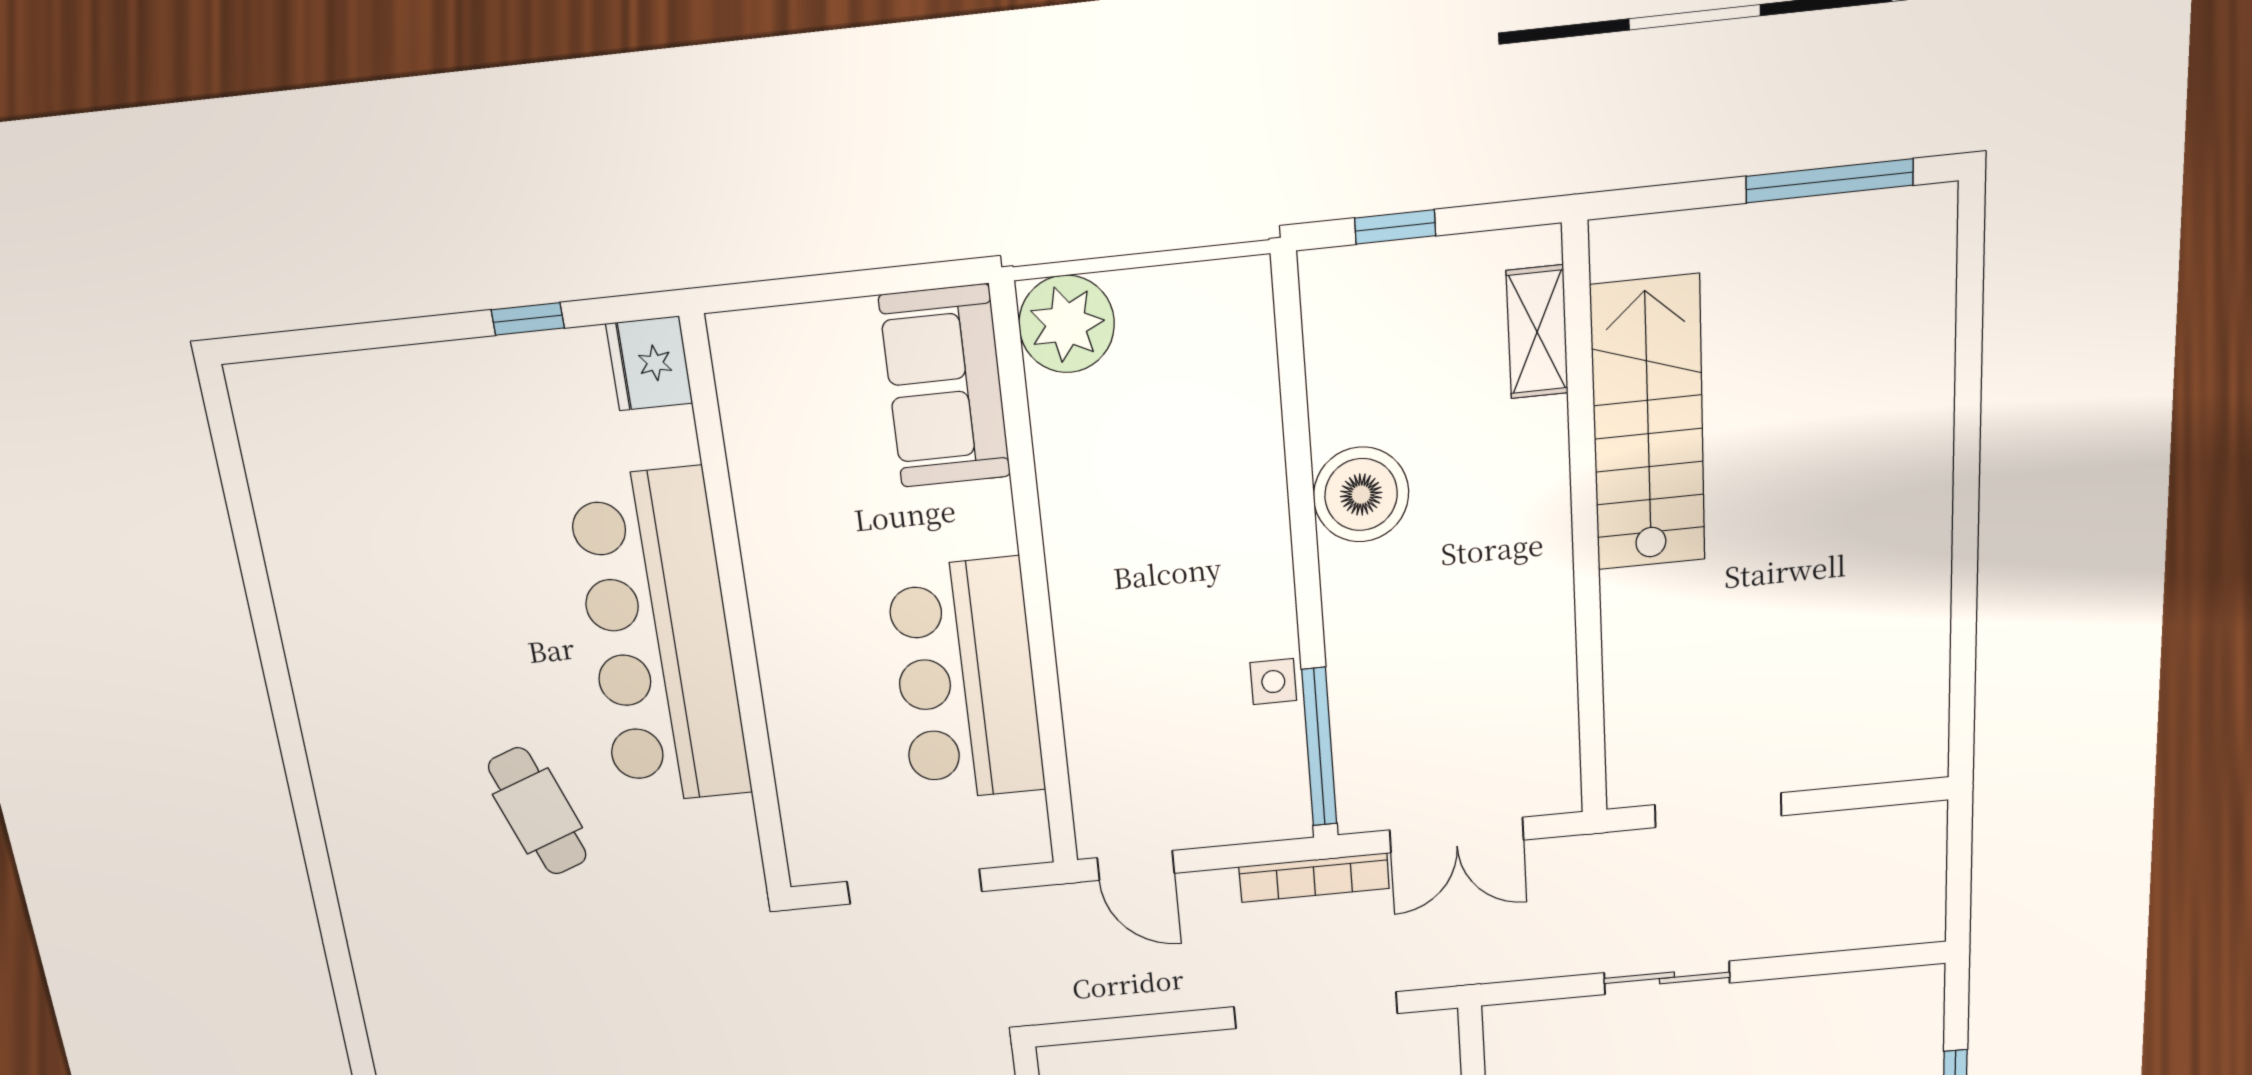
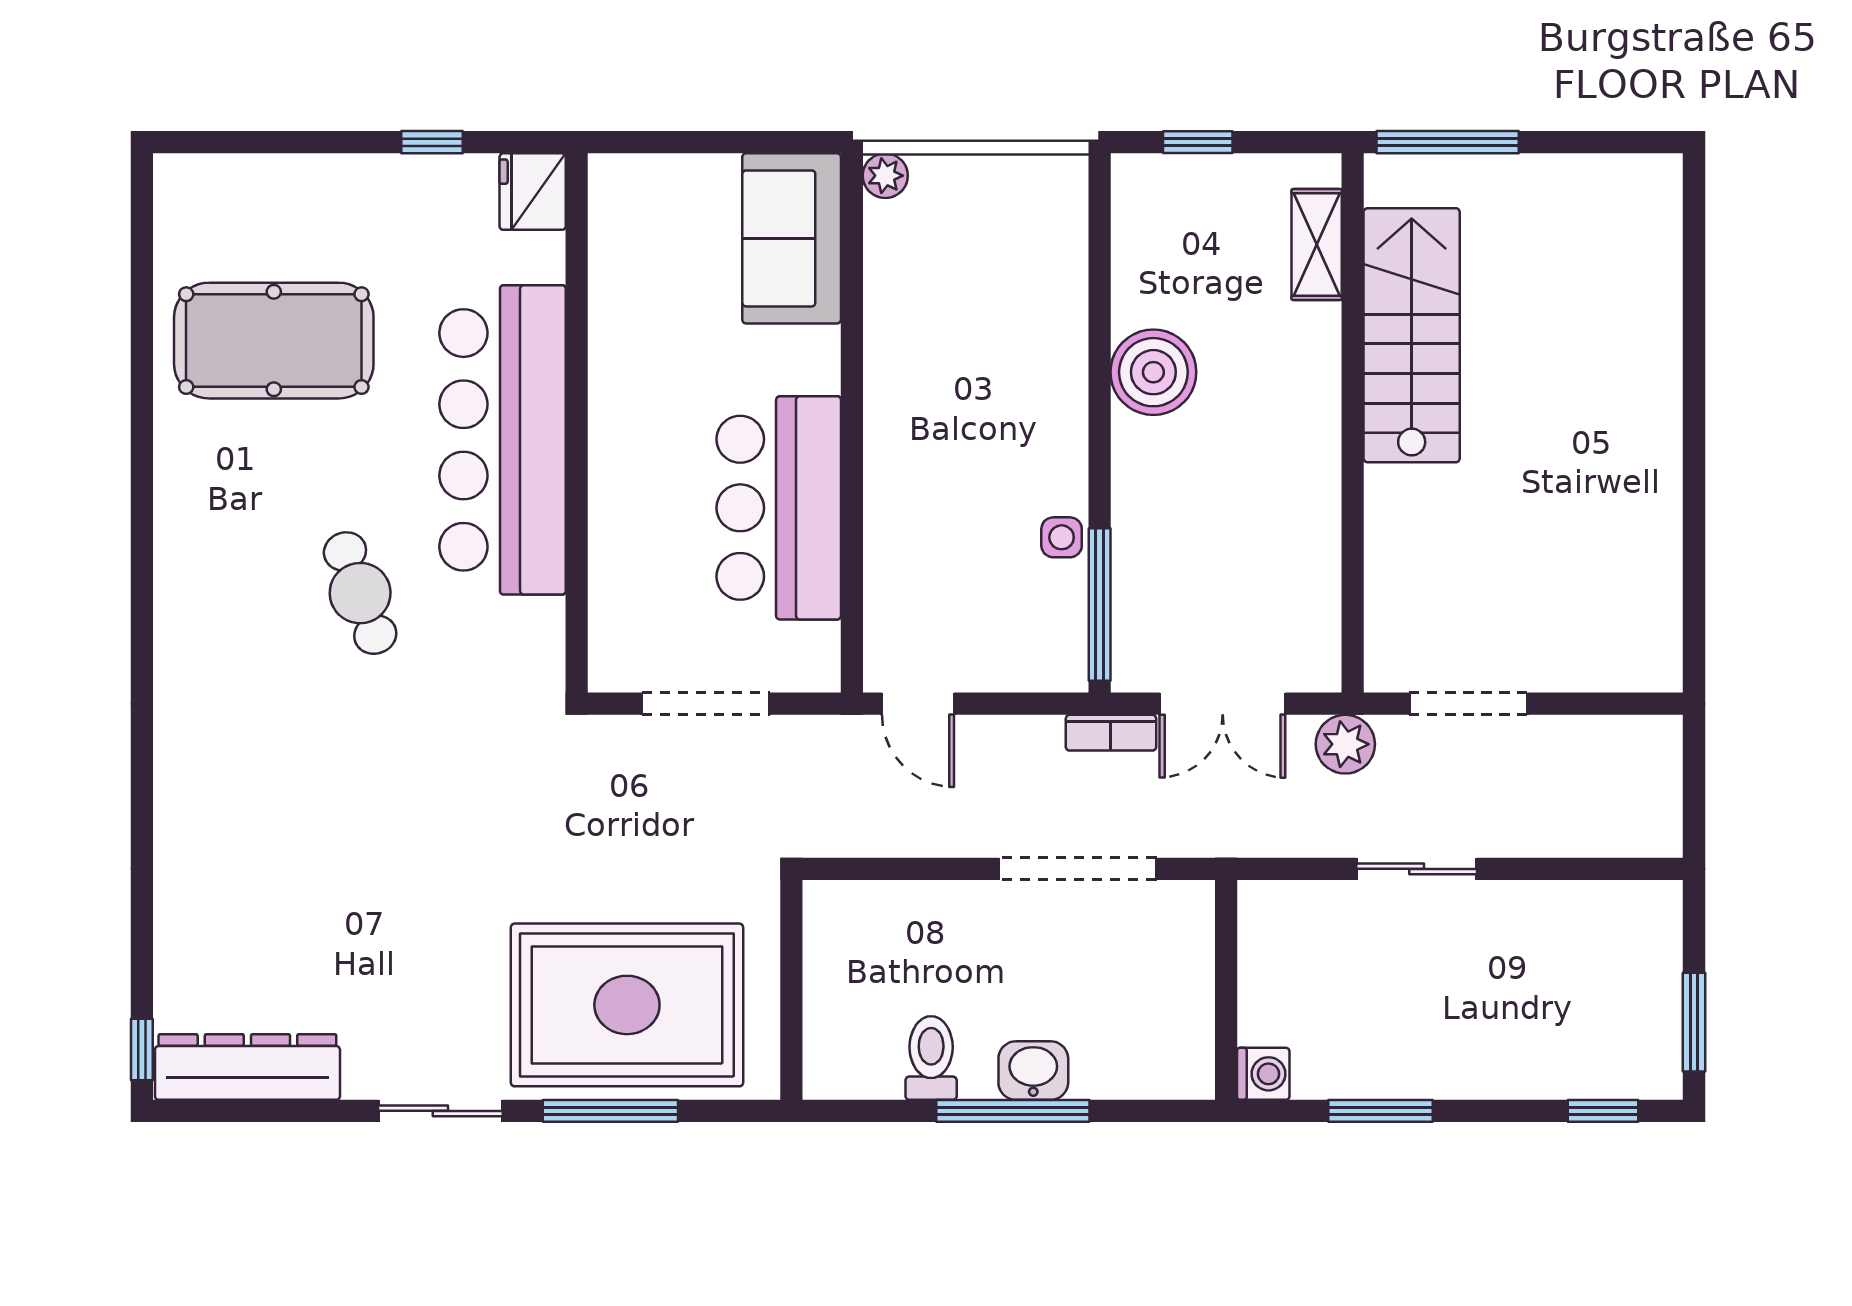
window: (1829, 181) -> (1448, 142), moved
plant: (1067, 324) -> (885, 176), width x0.53, depth x0.53
pool table: (396, 558) -> (274, 341), added
plant: (1588, 863) -> (1345, 744), added
bookcase: (1314, 878) -> (1111, 733), width x0.64

